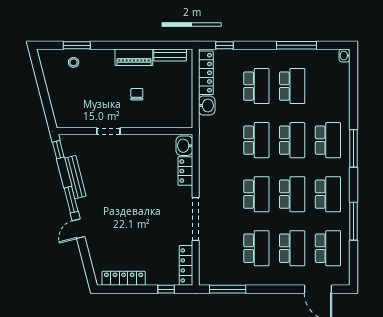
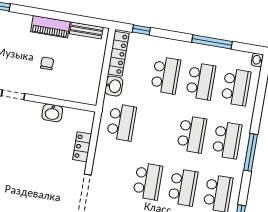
school desk: (328, 86) -> (236, 87), added
school desk: (256, 140) -> (122, 122), moved
washbasin: (184, 146) -> (52, 113), moved, turned -90

